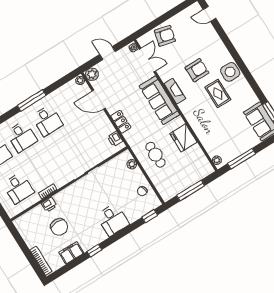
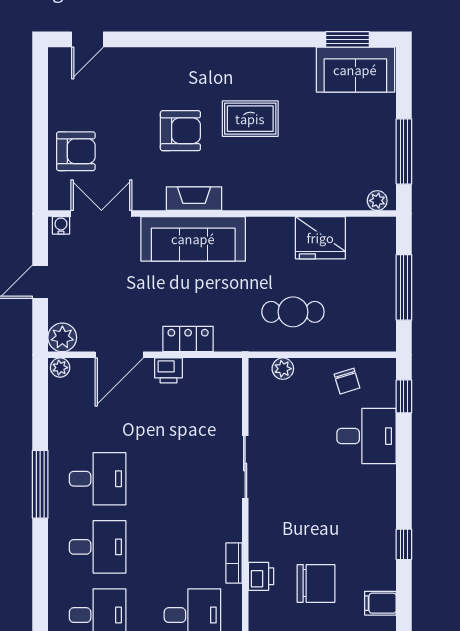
armchair: (165, 36) -> (76, 151), turned 76
armchair: (197, 70) -> (180, 131), turned 90
side table: (230, 72) -> (224, 69), removed
fridge: (183, 138) -> (320, 238), moved
printer: (115, 139) -> (168, 370), moved
desk: (113, 220) -> (367, 436), moved
filing cabinet: (71, 253) -> (380, 603), width x0.50

